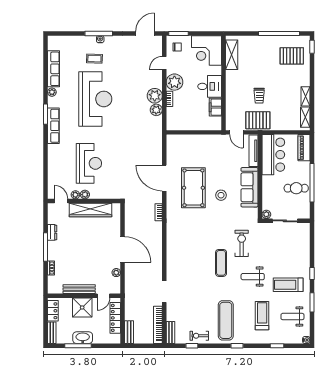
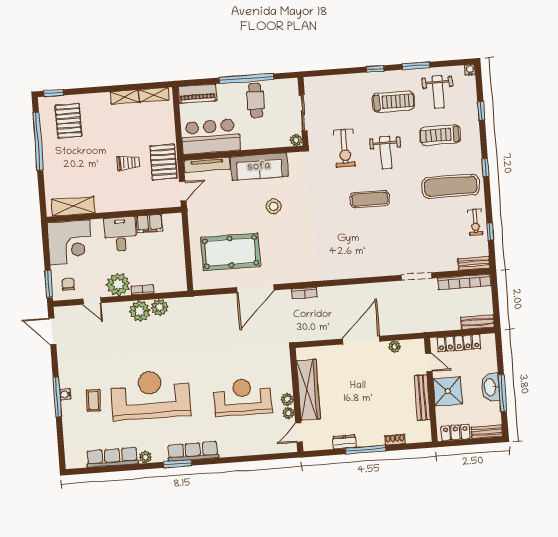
pool table: (193, 188) -> (231, 252), moved
exercise bike: (242, 243) -> (345, 148), moved, turned -90
treadmill: (288, 285) -> (393, 102), turned -90

